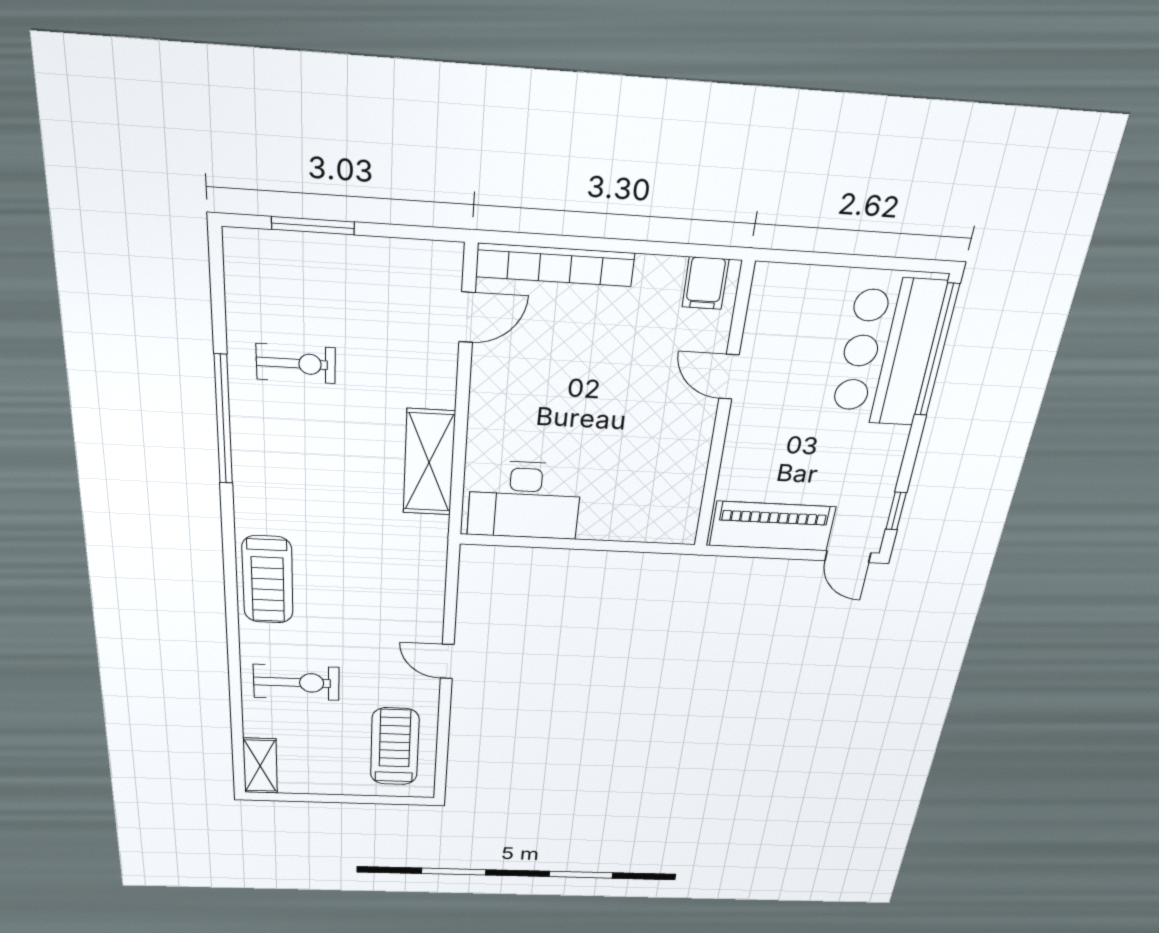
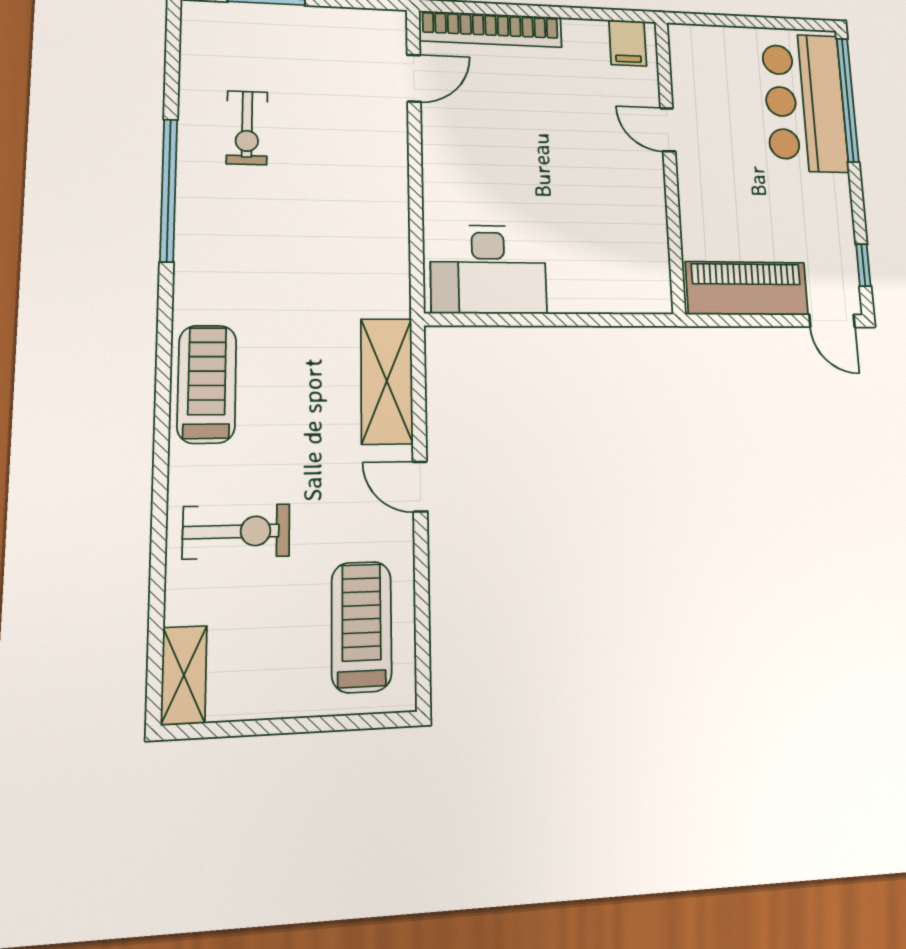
exercise bike: (296, 363) -> (247, 128), turned 90
shelving: (429, 463) -> (387, 381), moved
treadmill: (268, 580) -> (207, 384), turned 180

